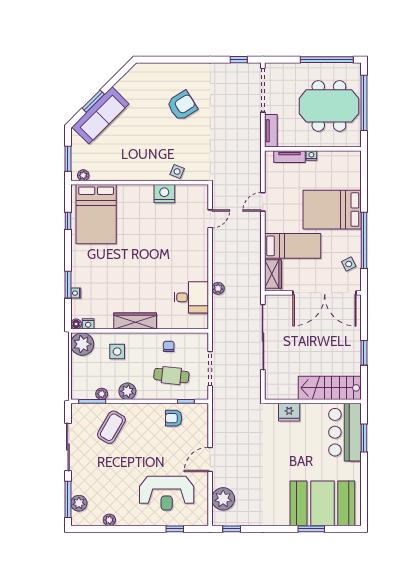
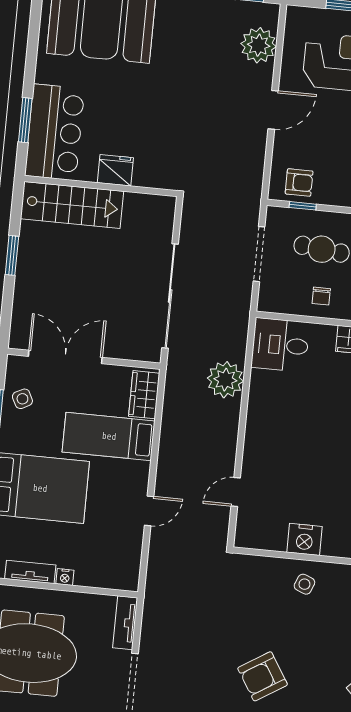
tv unit: (290, 157) -> (30, 572), moved
side table: (177, 171) -> (304, 584), moved
plant: (218, 288) -> (225, 380), width x1.88, depth x1.88
double door: (325, 293) -> (65, 357), width x0.73
desk: (191, 297) -> (280, 345), moved
fridge: (289, 412) -> (115, 170), moved
armchair: (174, 418) -> (299, 182), moved

